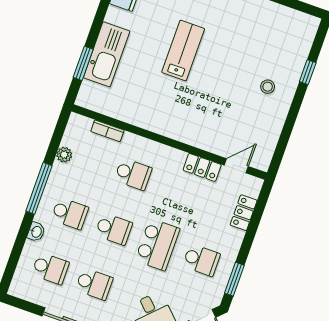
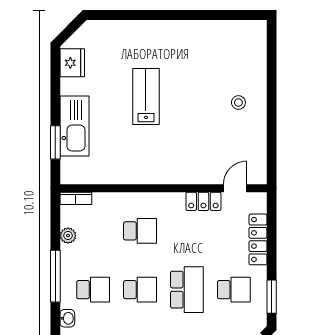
window: (308, 72) -> (272, 75), removed
bookcase: (107, 131) -> (76, 198), moved
locker: (244, 213) -> (258, 239), width x1.53

